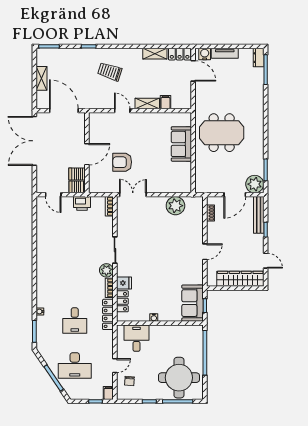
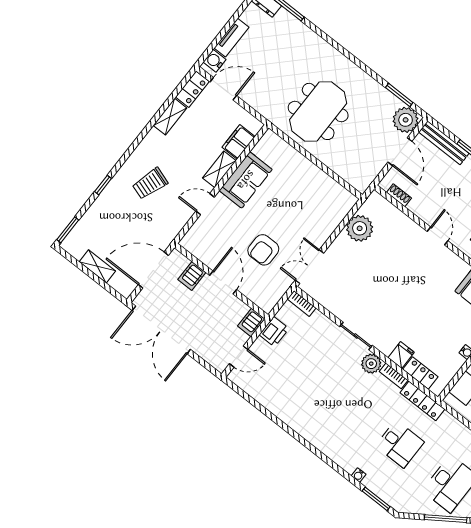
filing cabinet: (166, 102) -> (239, 142), width x2.00
sofa: (181, 144) -> (246, 180), moved, turned -90
server rack: (77, 174) -> (192, 276), moved

